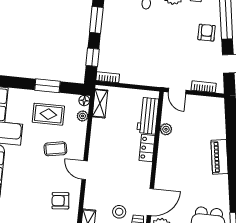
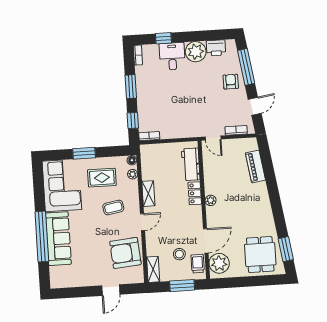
window: (47, 86) -> (84, 153), moved
shelving: (100, 103) -> (148, 194), moved
plant: (166, 129) -> (211, 200), moved
piano: (220, 157) -> (255, 166), moved
door: (85, 170) -> (142, 222), swing flipped
armchair: (60, 201) -> (125, 253), width x1.88, depth x1.88

